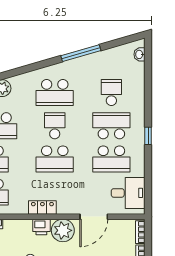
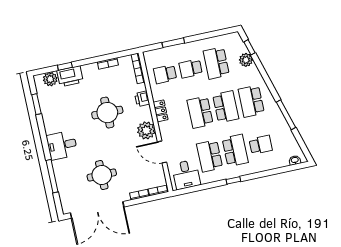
school desk: (55, 126) -> (226, 107), width x1.85
printer: (41, 227) -> (142, 99), moved

